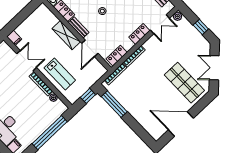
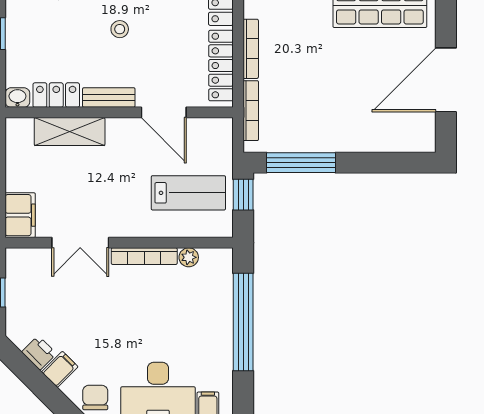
shelving: (66, 35) -> (70, 132), moved
filing cabinet: (14, 38) -> (20, 215), width x2.00
locker: (117, 56) -> (221, 66), width x1.53
double door: (27, 61) -> (80, 243), swing flipped
lab bench: (60, 74) -> (188, 193), moved

